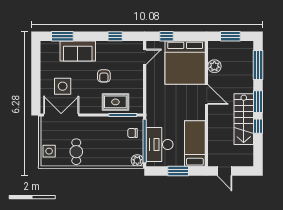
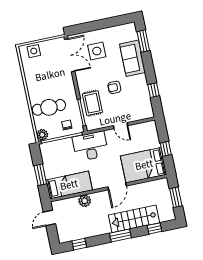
window: (167, 36) -> (166, 149), moved
door: (145, 57) -> (120, 126), moved
bed: (185, 63) -> (144, 165), width x0.73
window: (258, 65) -> (154, 228), width x0.46
plant: (214, 66) -> (85, 201), moved
stairs: (244, 119) -> (134, 219), moved
window: (258, 126) -> (79, 244), moved
desk: (159, 144) -> (90, 146), moved
cafe table: (76, 152) -> (49, 107), moved, width x1.37, depth x1.35

